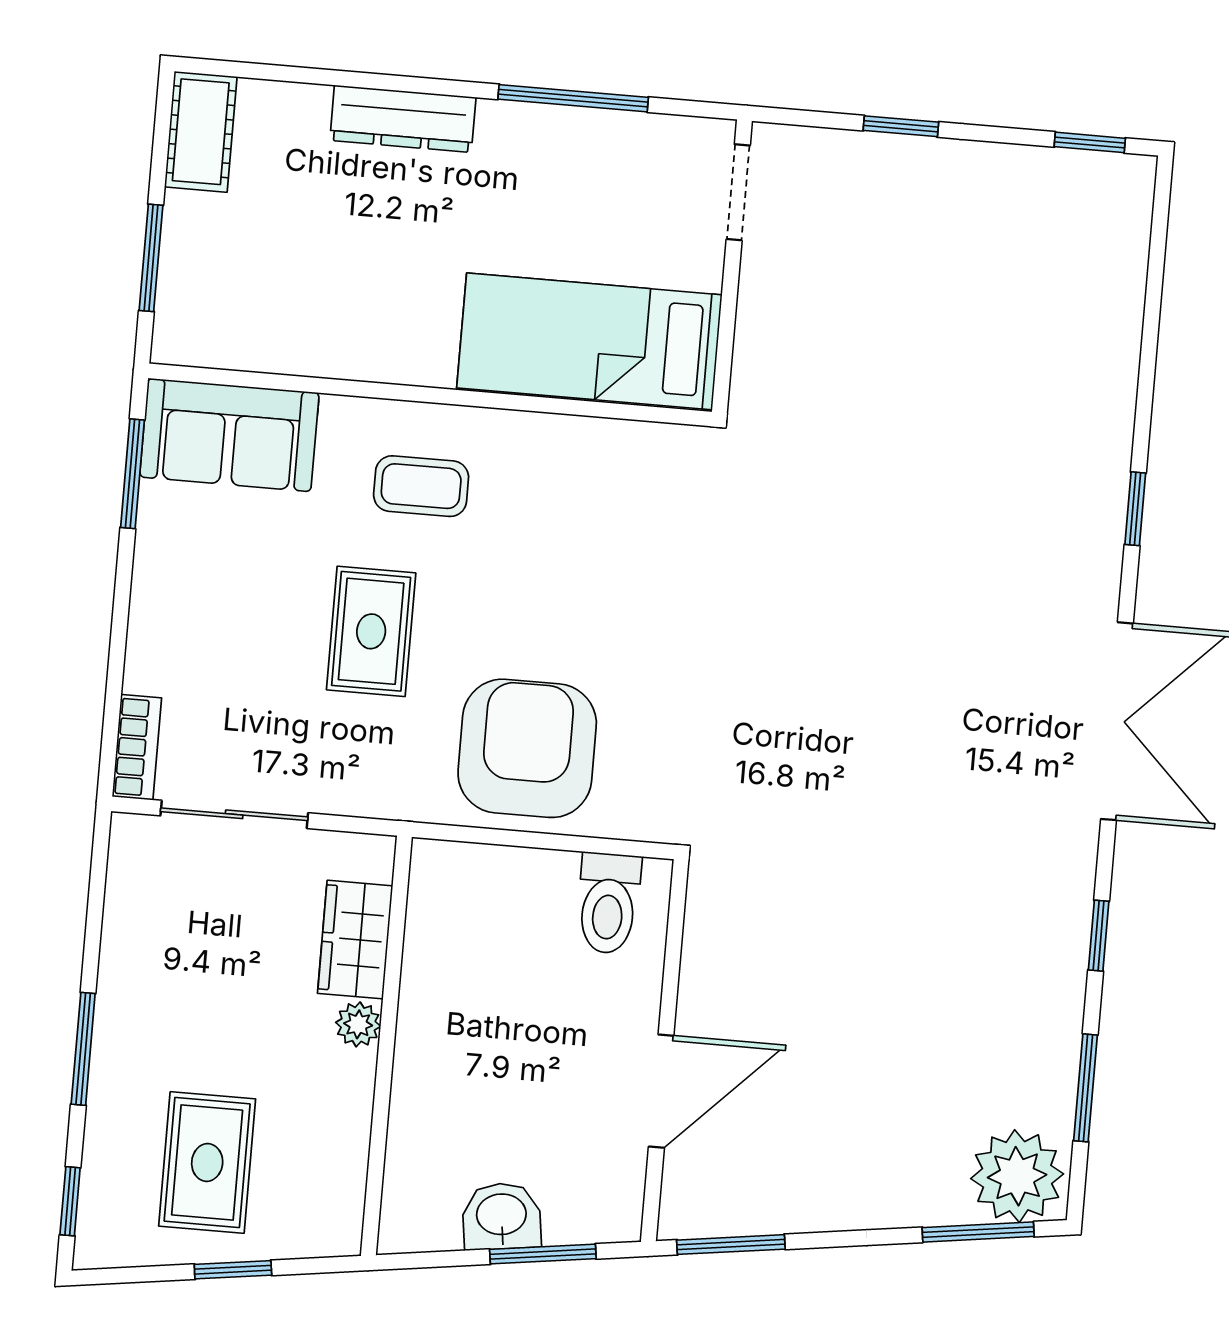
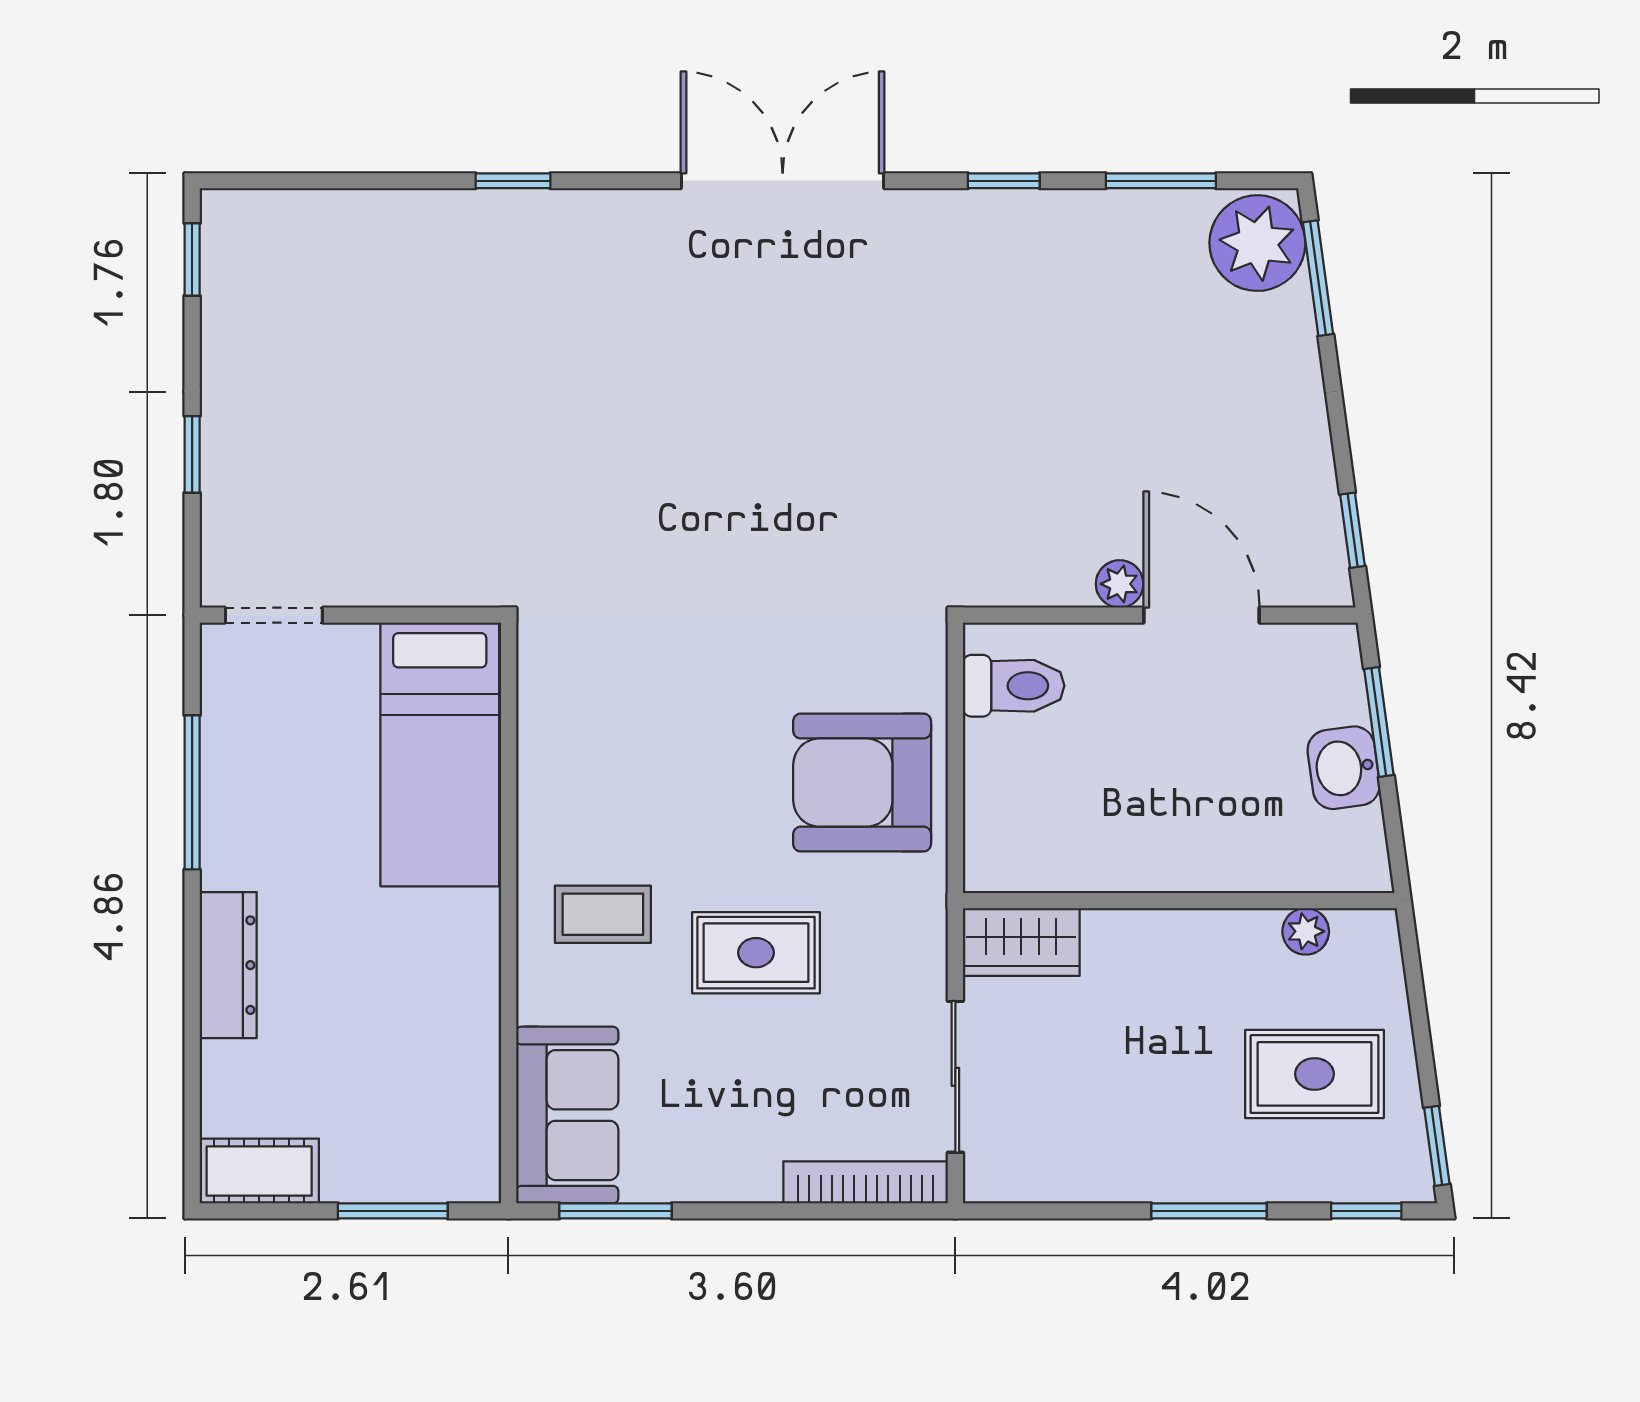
coffee table: (421, 486) -> (603, 914), turned 90
window: (1135, 509) -> (513, 181), moved
bookcase: (137, 747) -> (866, 1182), width x1.56
wardrobe: (355, 940) -> (1021, 942), moved
plant: (698, 1014) -> (1120, 584), added
plant: (358, 1024) -> (1306, 931), moved
window: (731, 1245) -> (1353, 530), width x0.67
window: (233, 1270) -> (1437, 1146), moved

